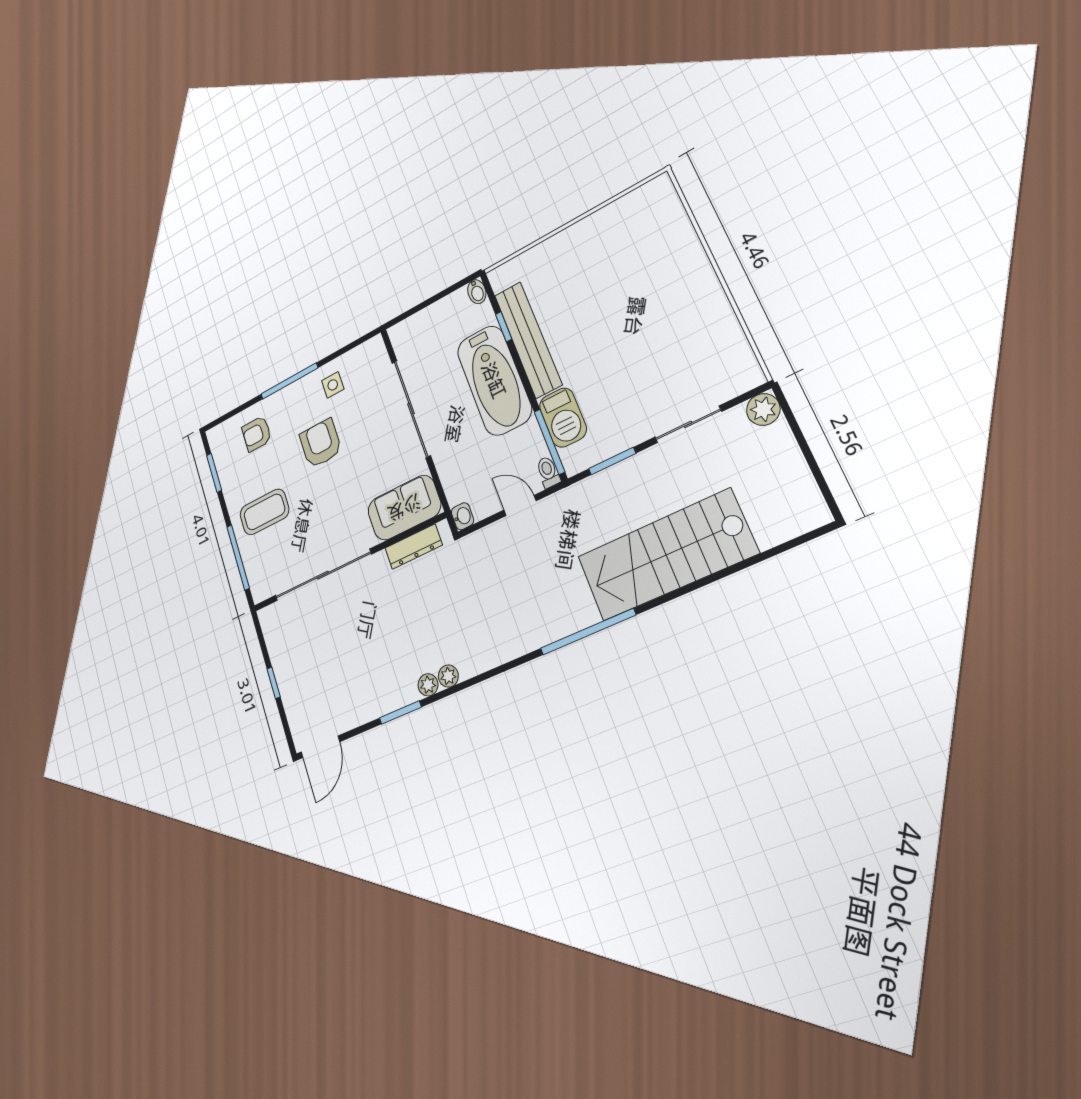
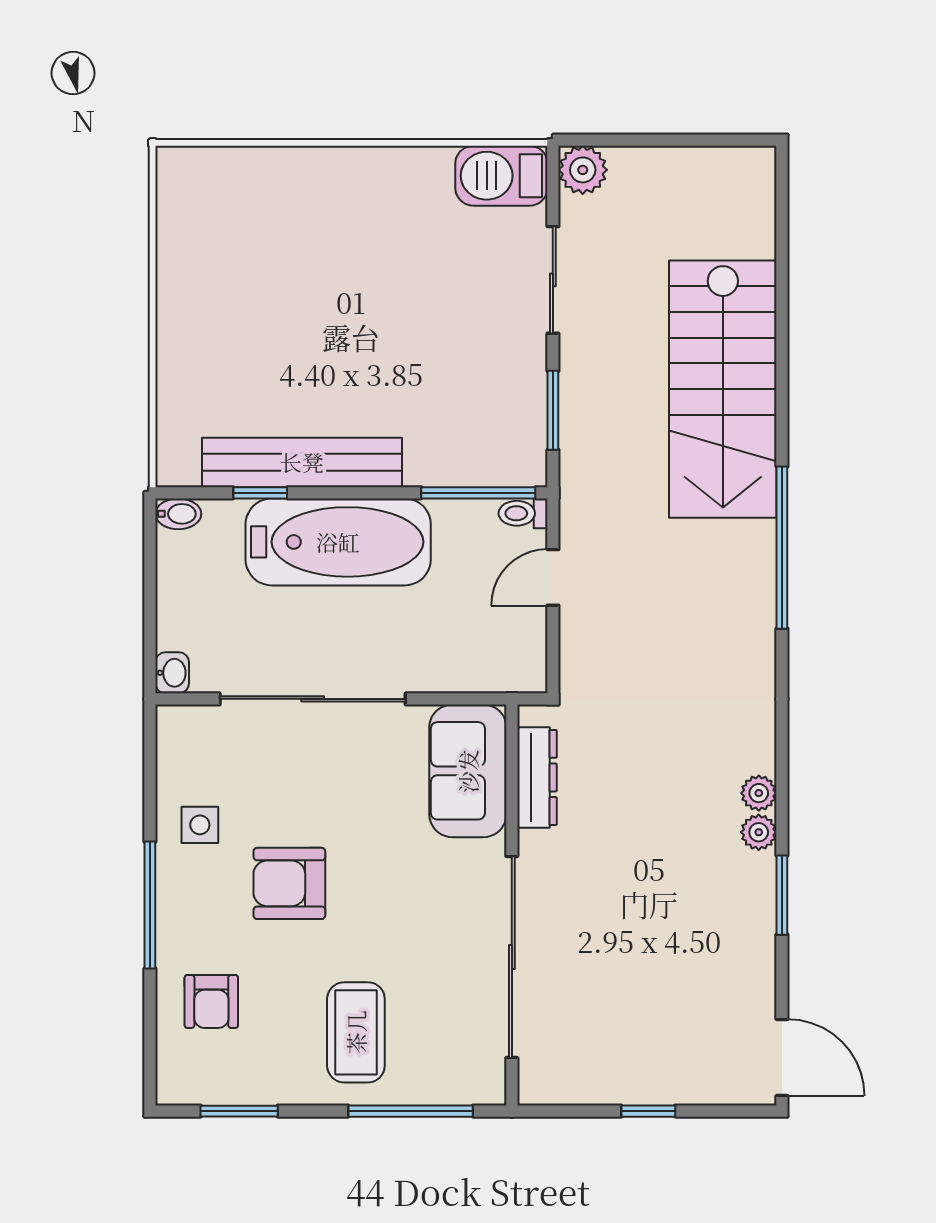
barbecue: (563, 418) -> (501, 176), moved, turned 180
washbasin: (463, 516) -> (172, 673), moved, turned 90

